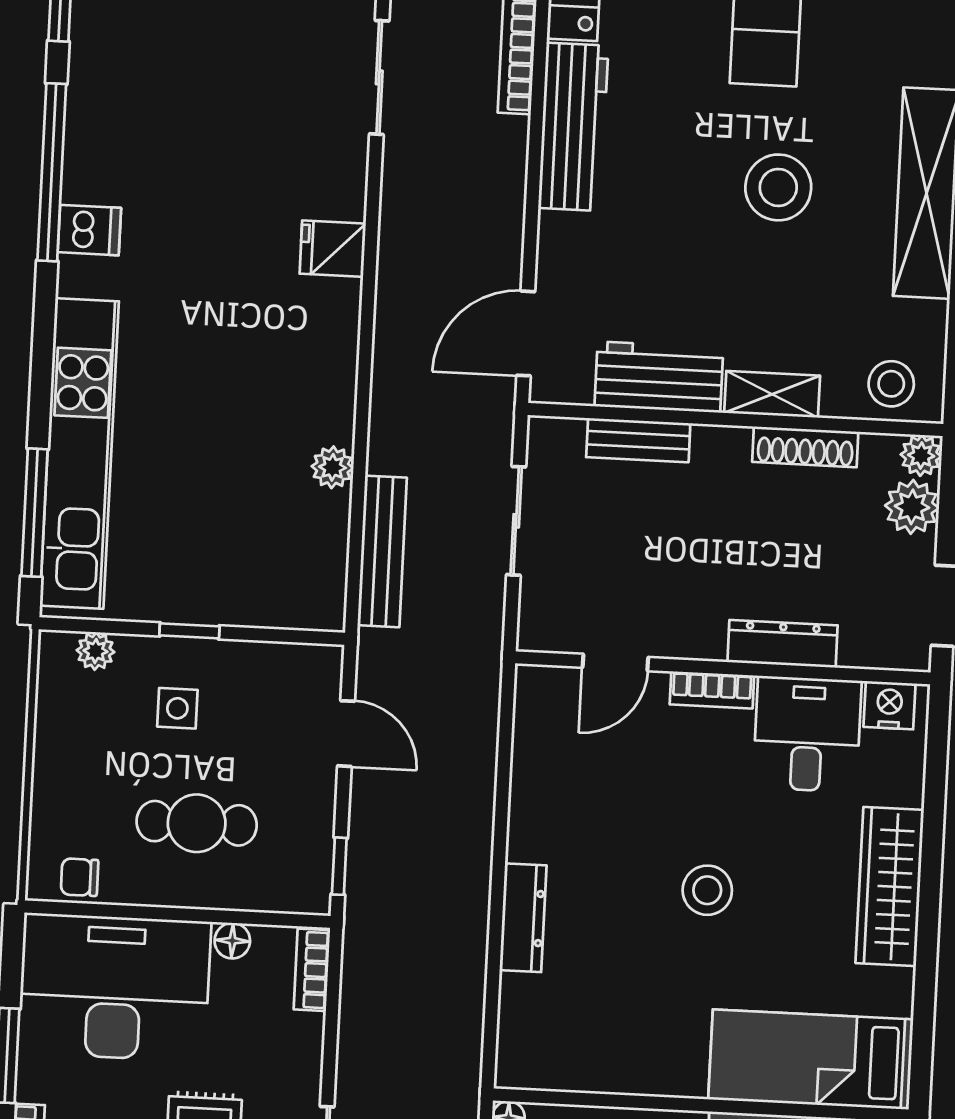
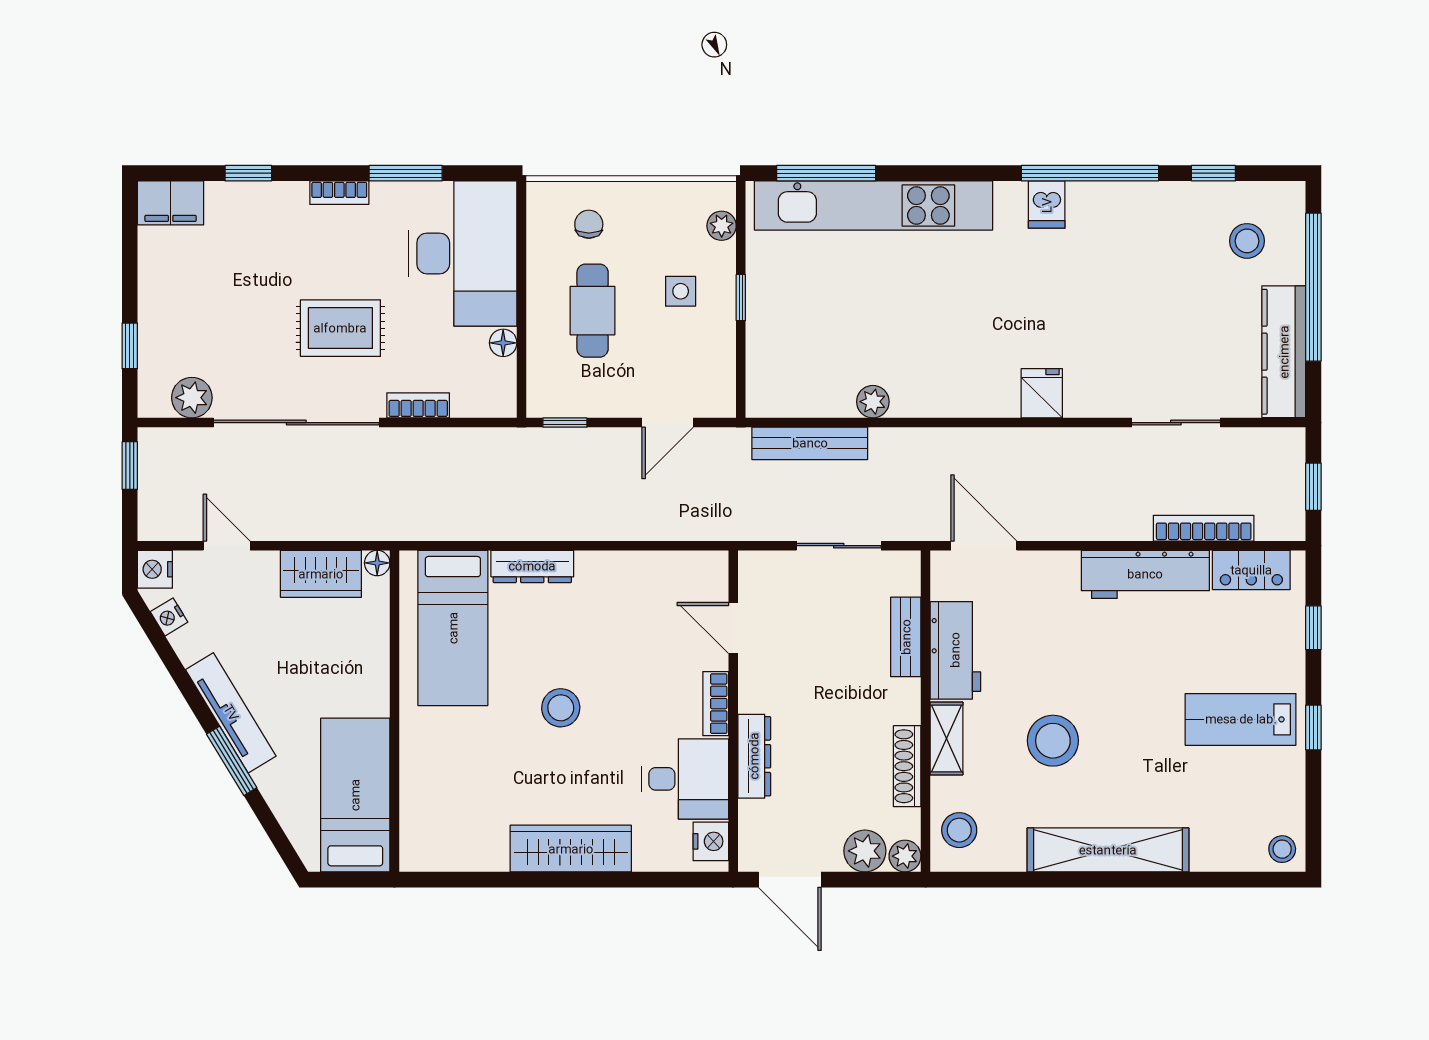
stool: (778, 187) -> (1053, 741), moved
chair: (80, 877) -> (589, 224), moved
bookcase: (312, 970) -> (418, 405), moved
bed: (811, 1059) -> (453, 628), moved, turned 180

